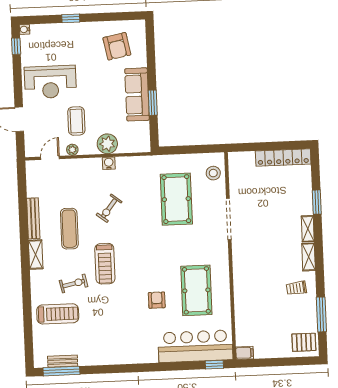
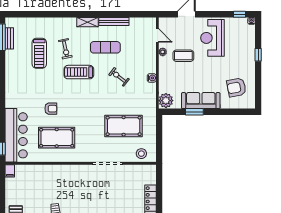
plant: (107, 144) -> (166, 101), moved
treadmill: (58, 314) -> (39, 53), moved

